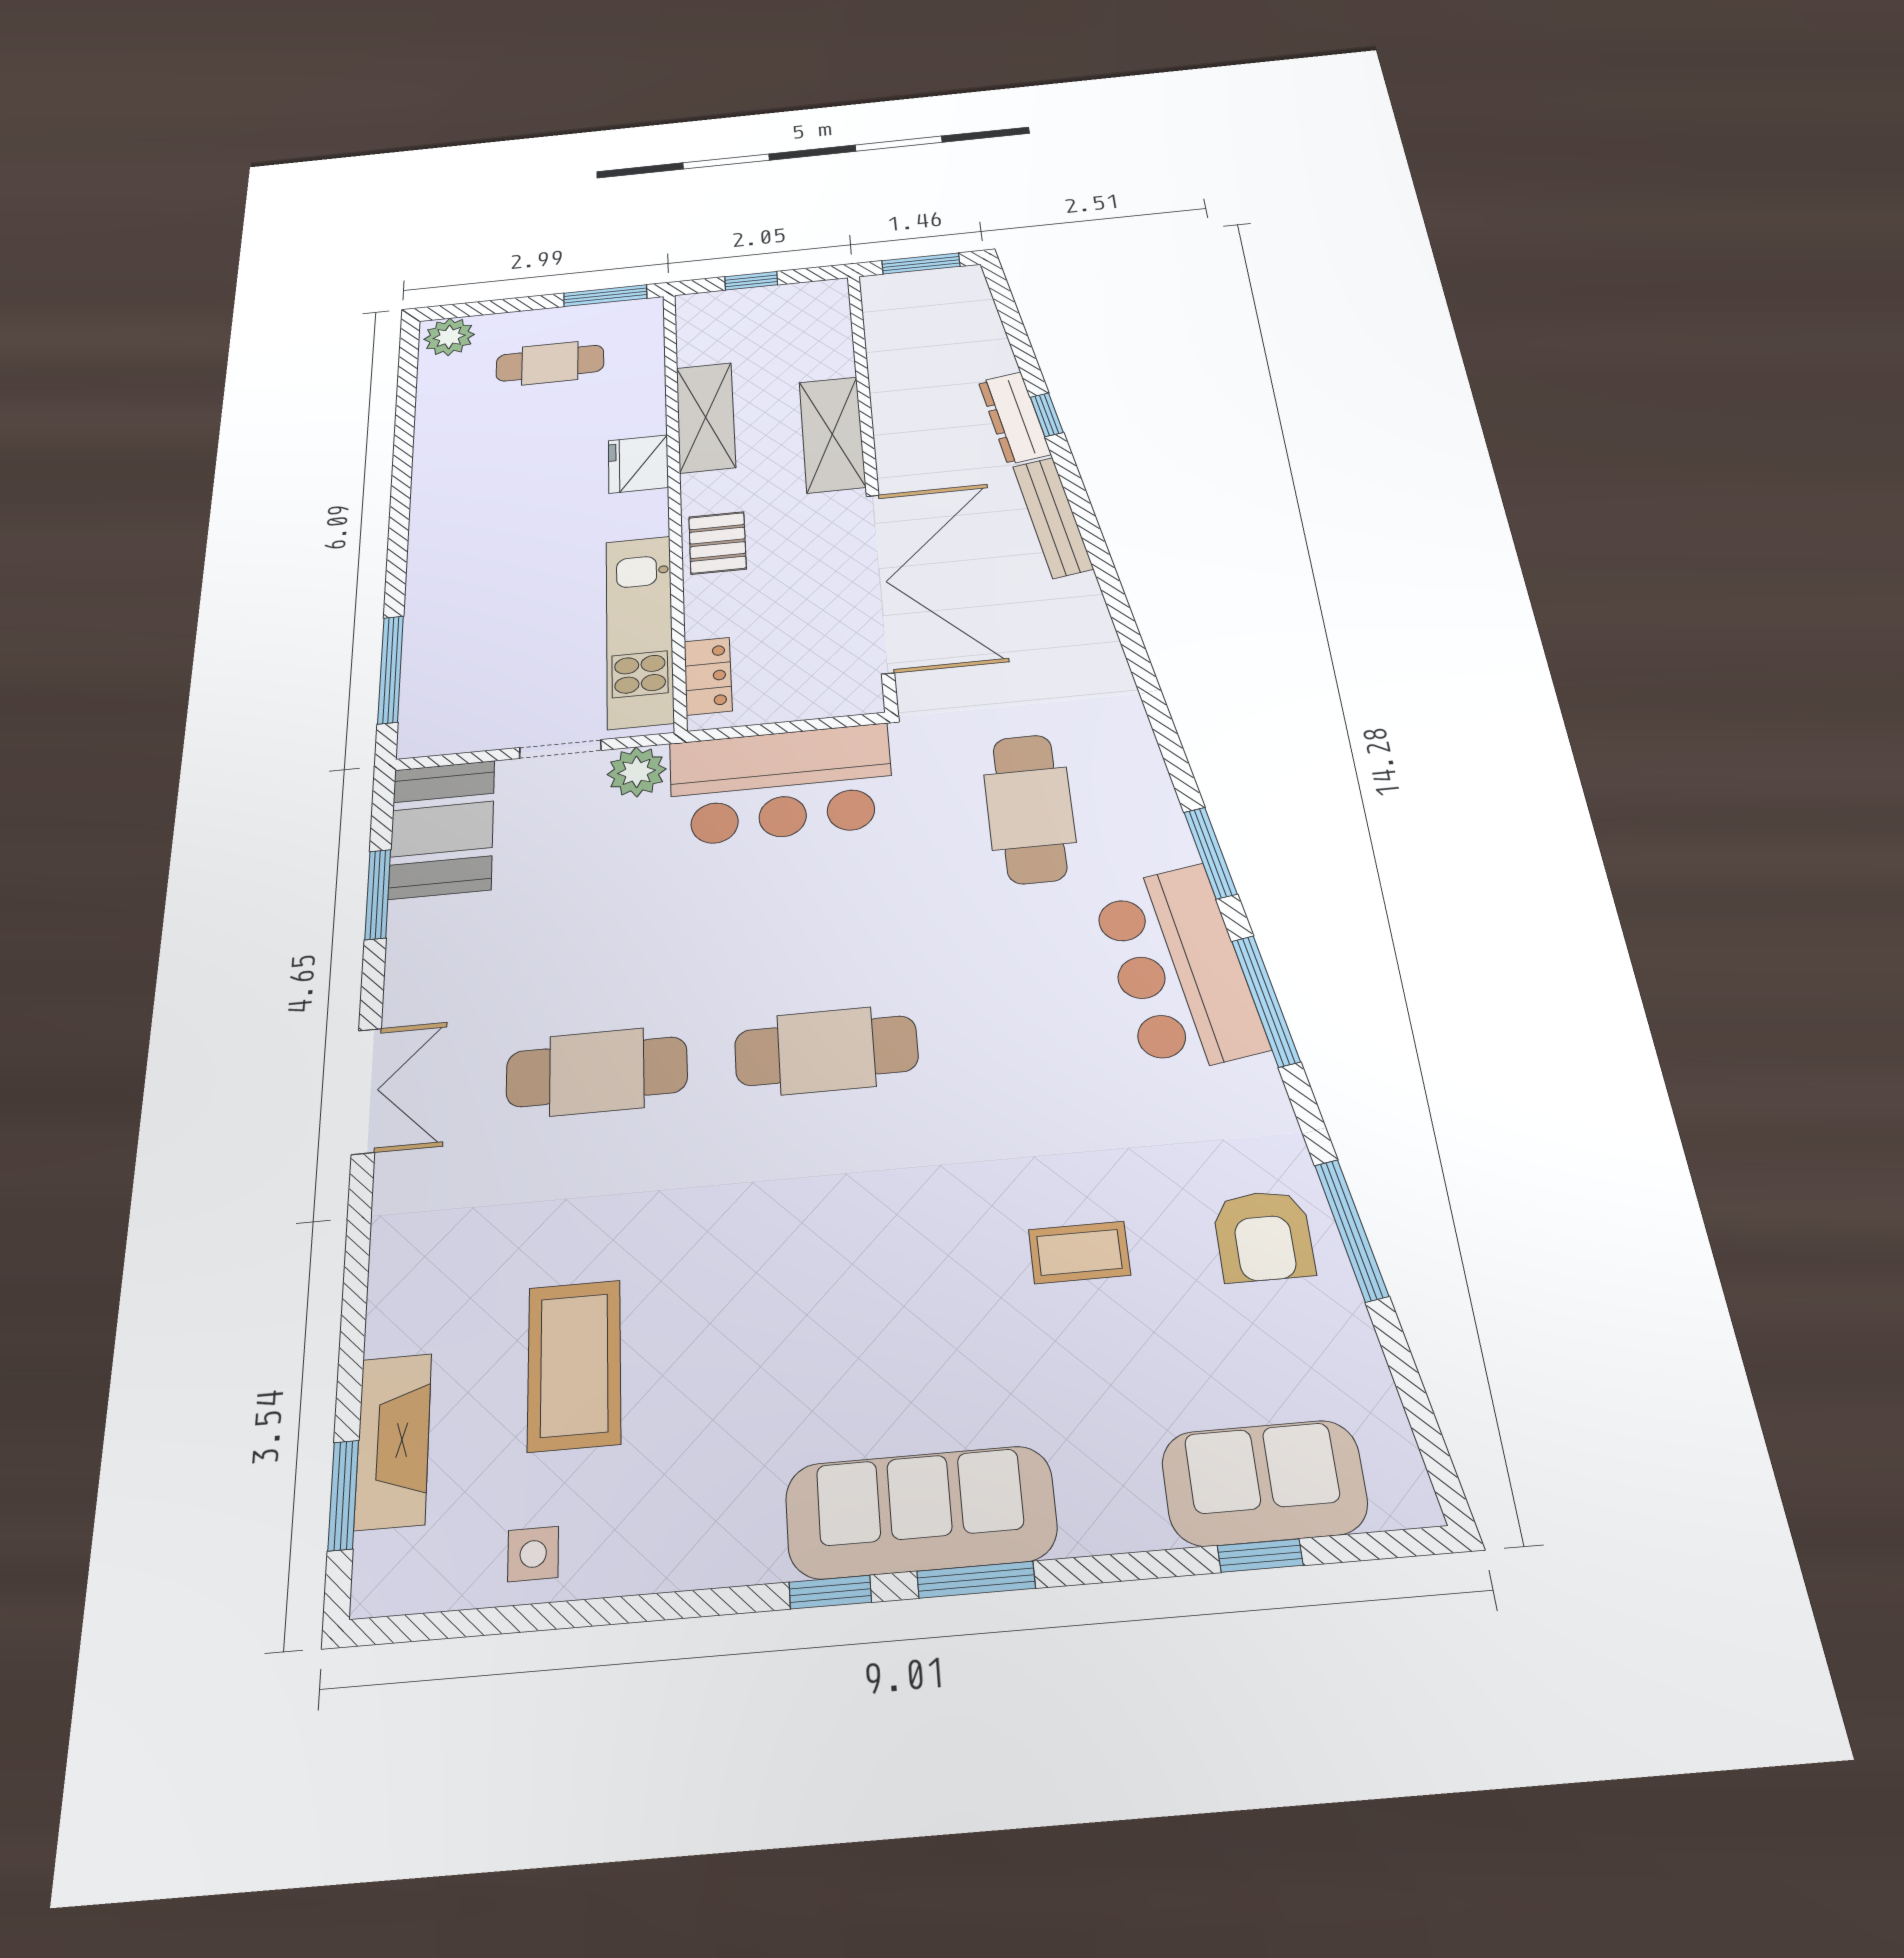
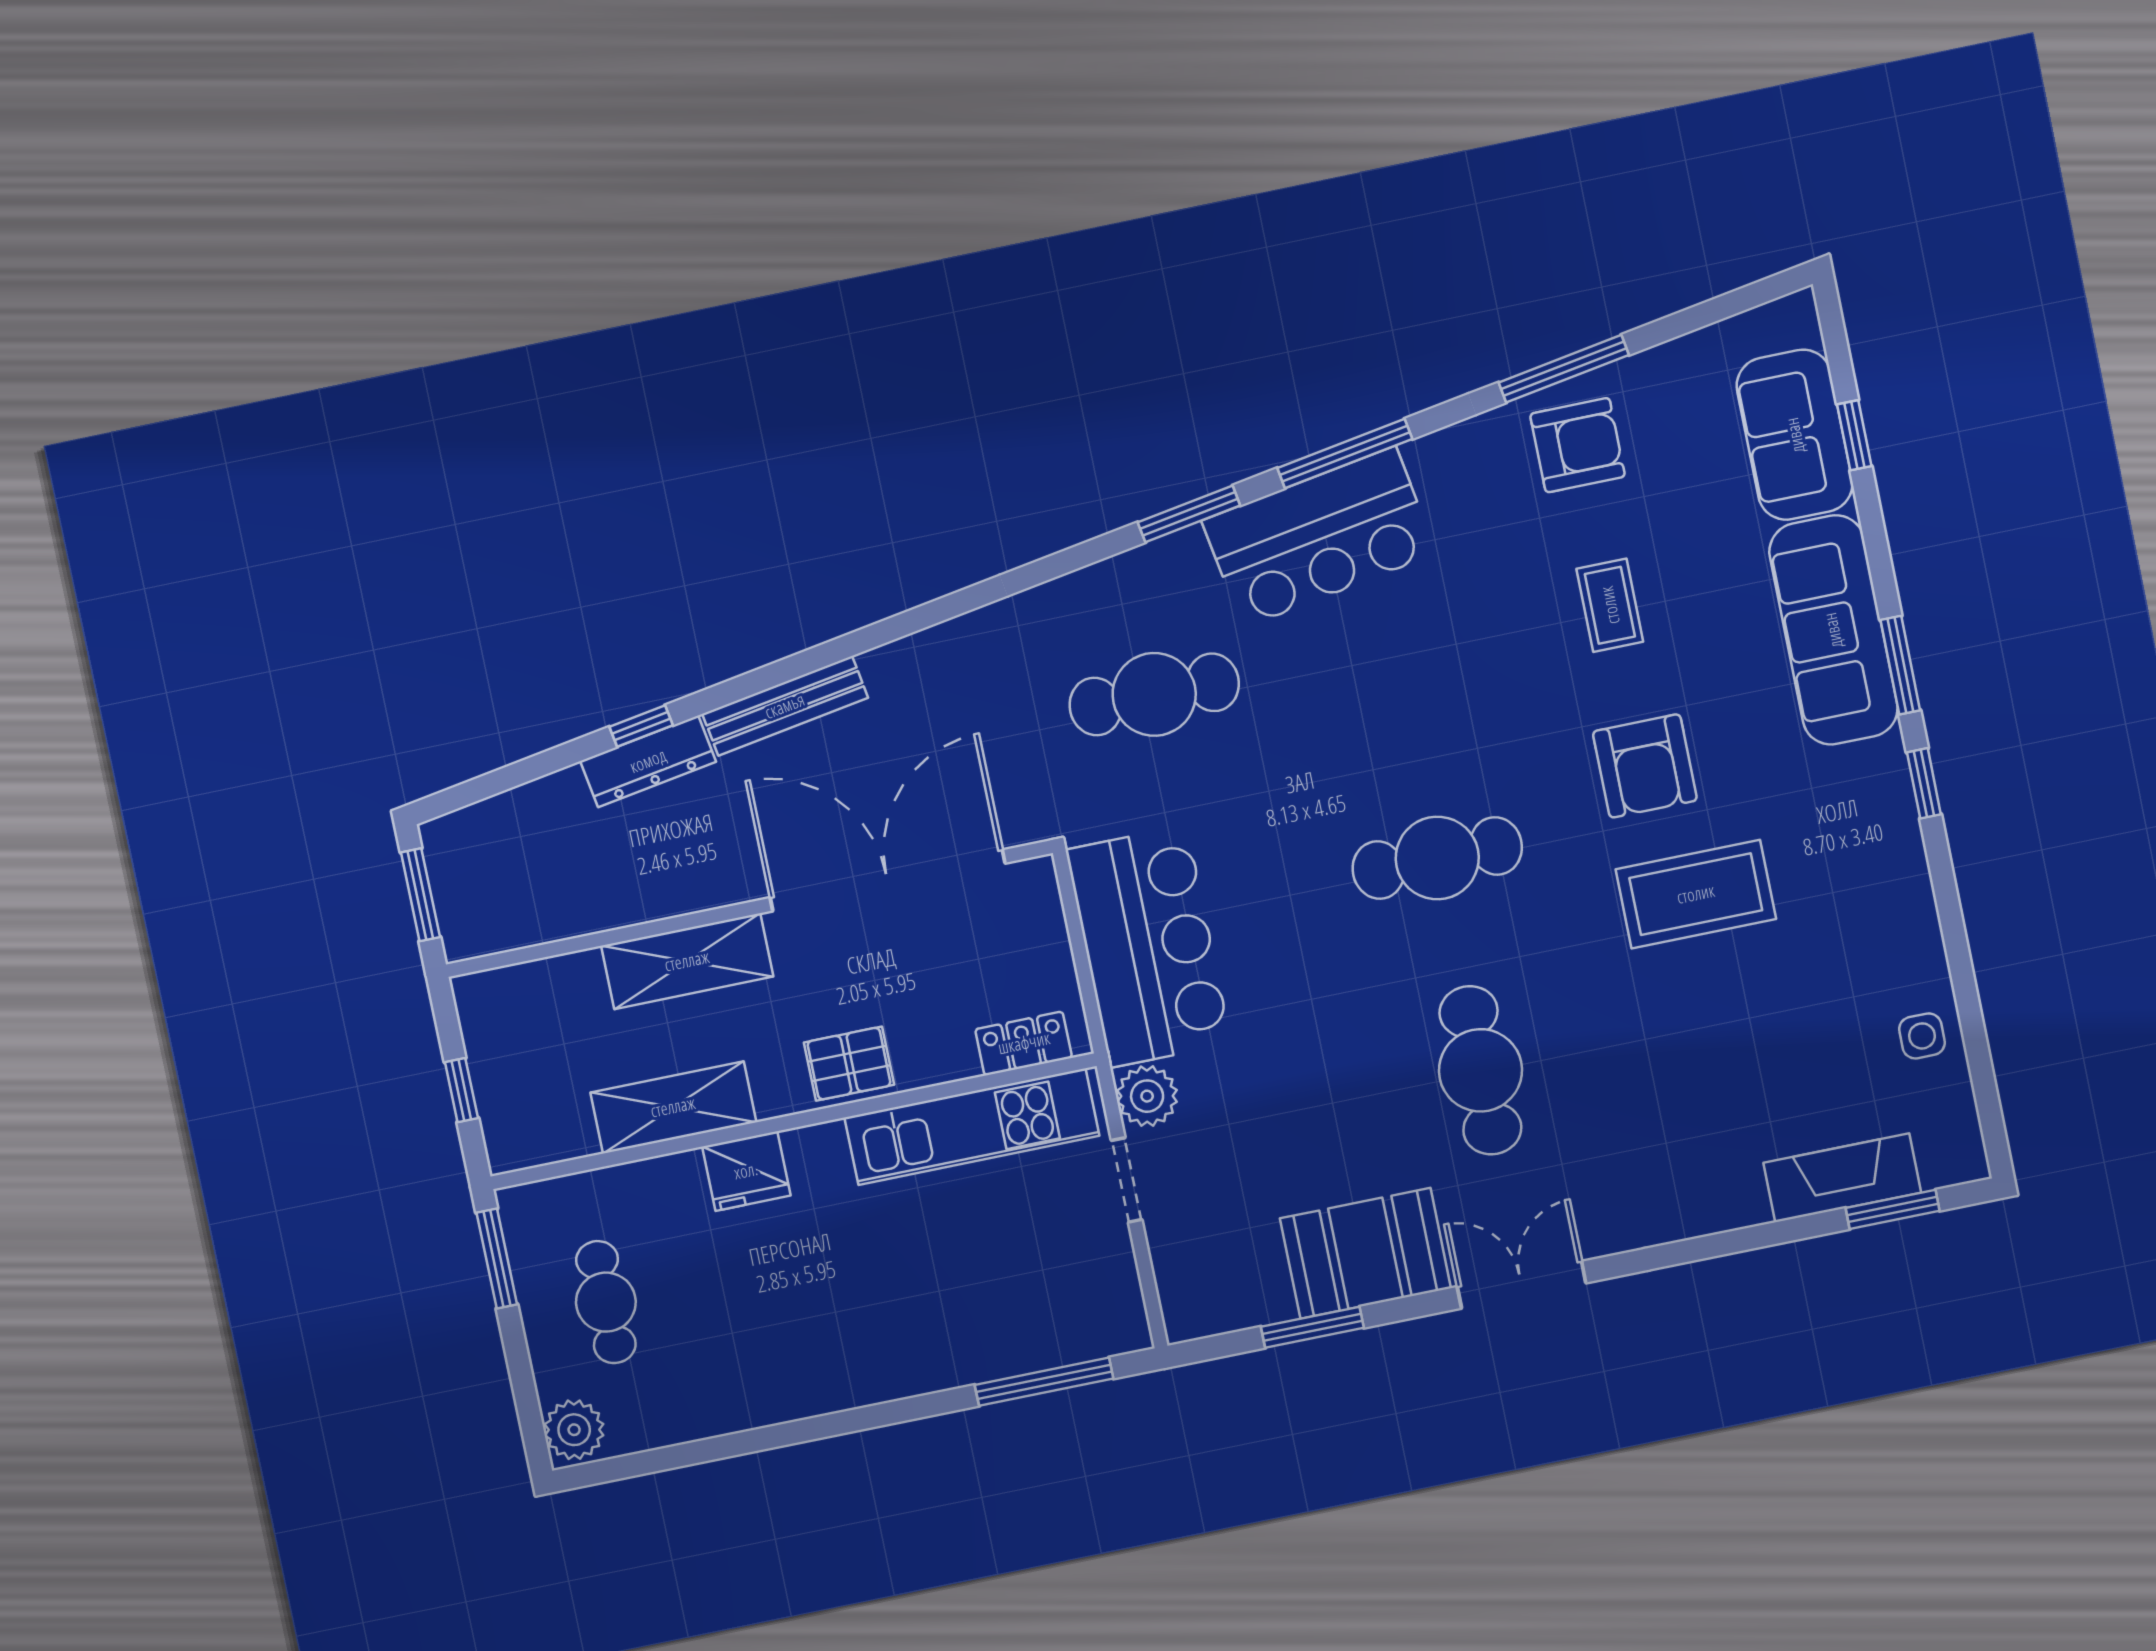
booth: (442, 829) -> (1365, 1253), moved
cafe table: (826, 1051) -> (1437, 858), turned 90
armchair: (895, 1272) -> (1645, 766), added
coffee table: (574, 1365) -> (1696, 894), moved
sofa: (921, 1512) -> (1833, 630), moved

